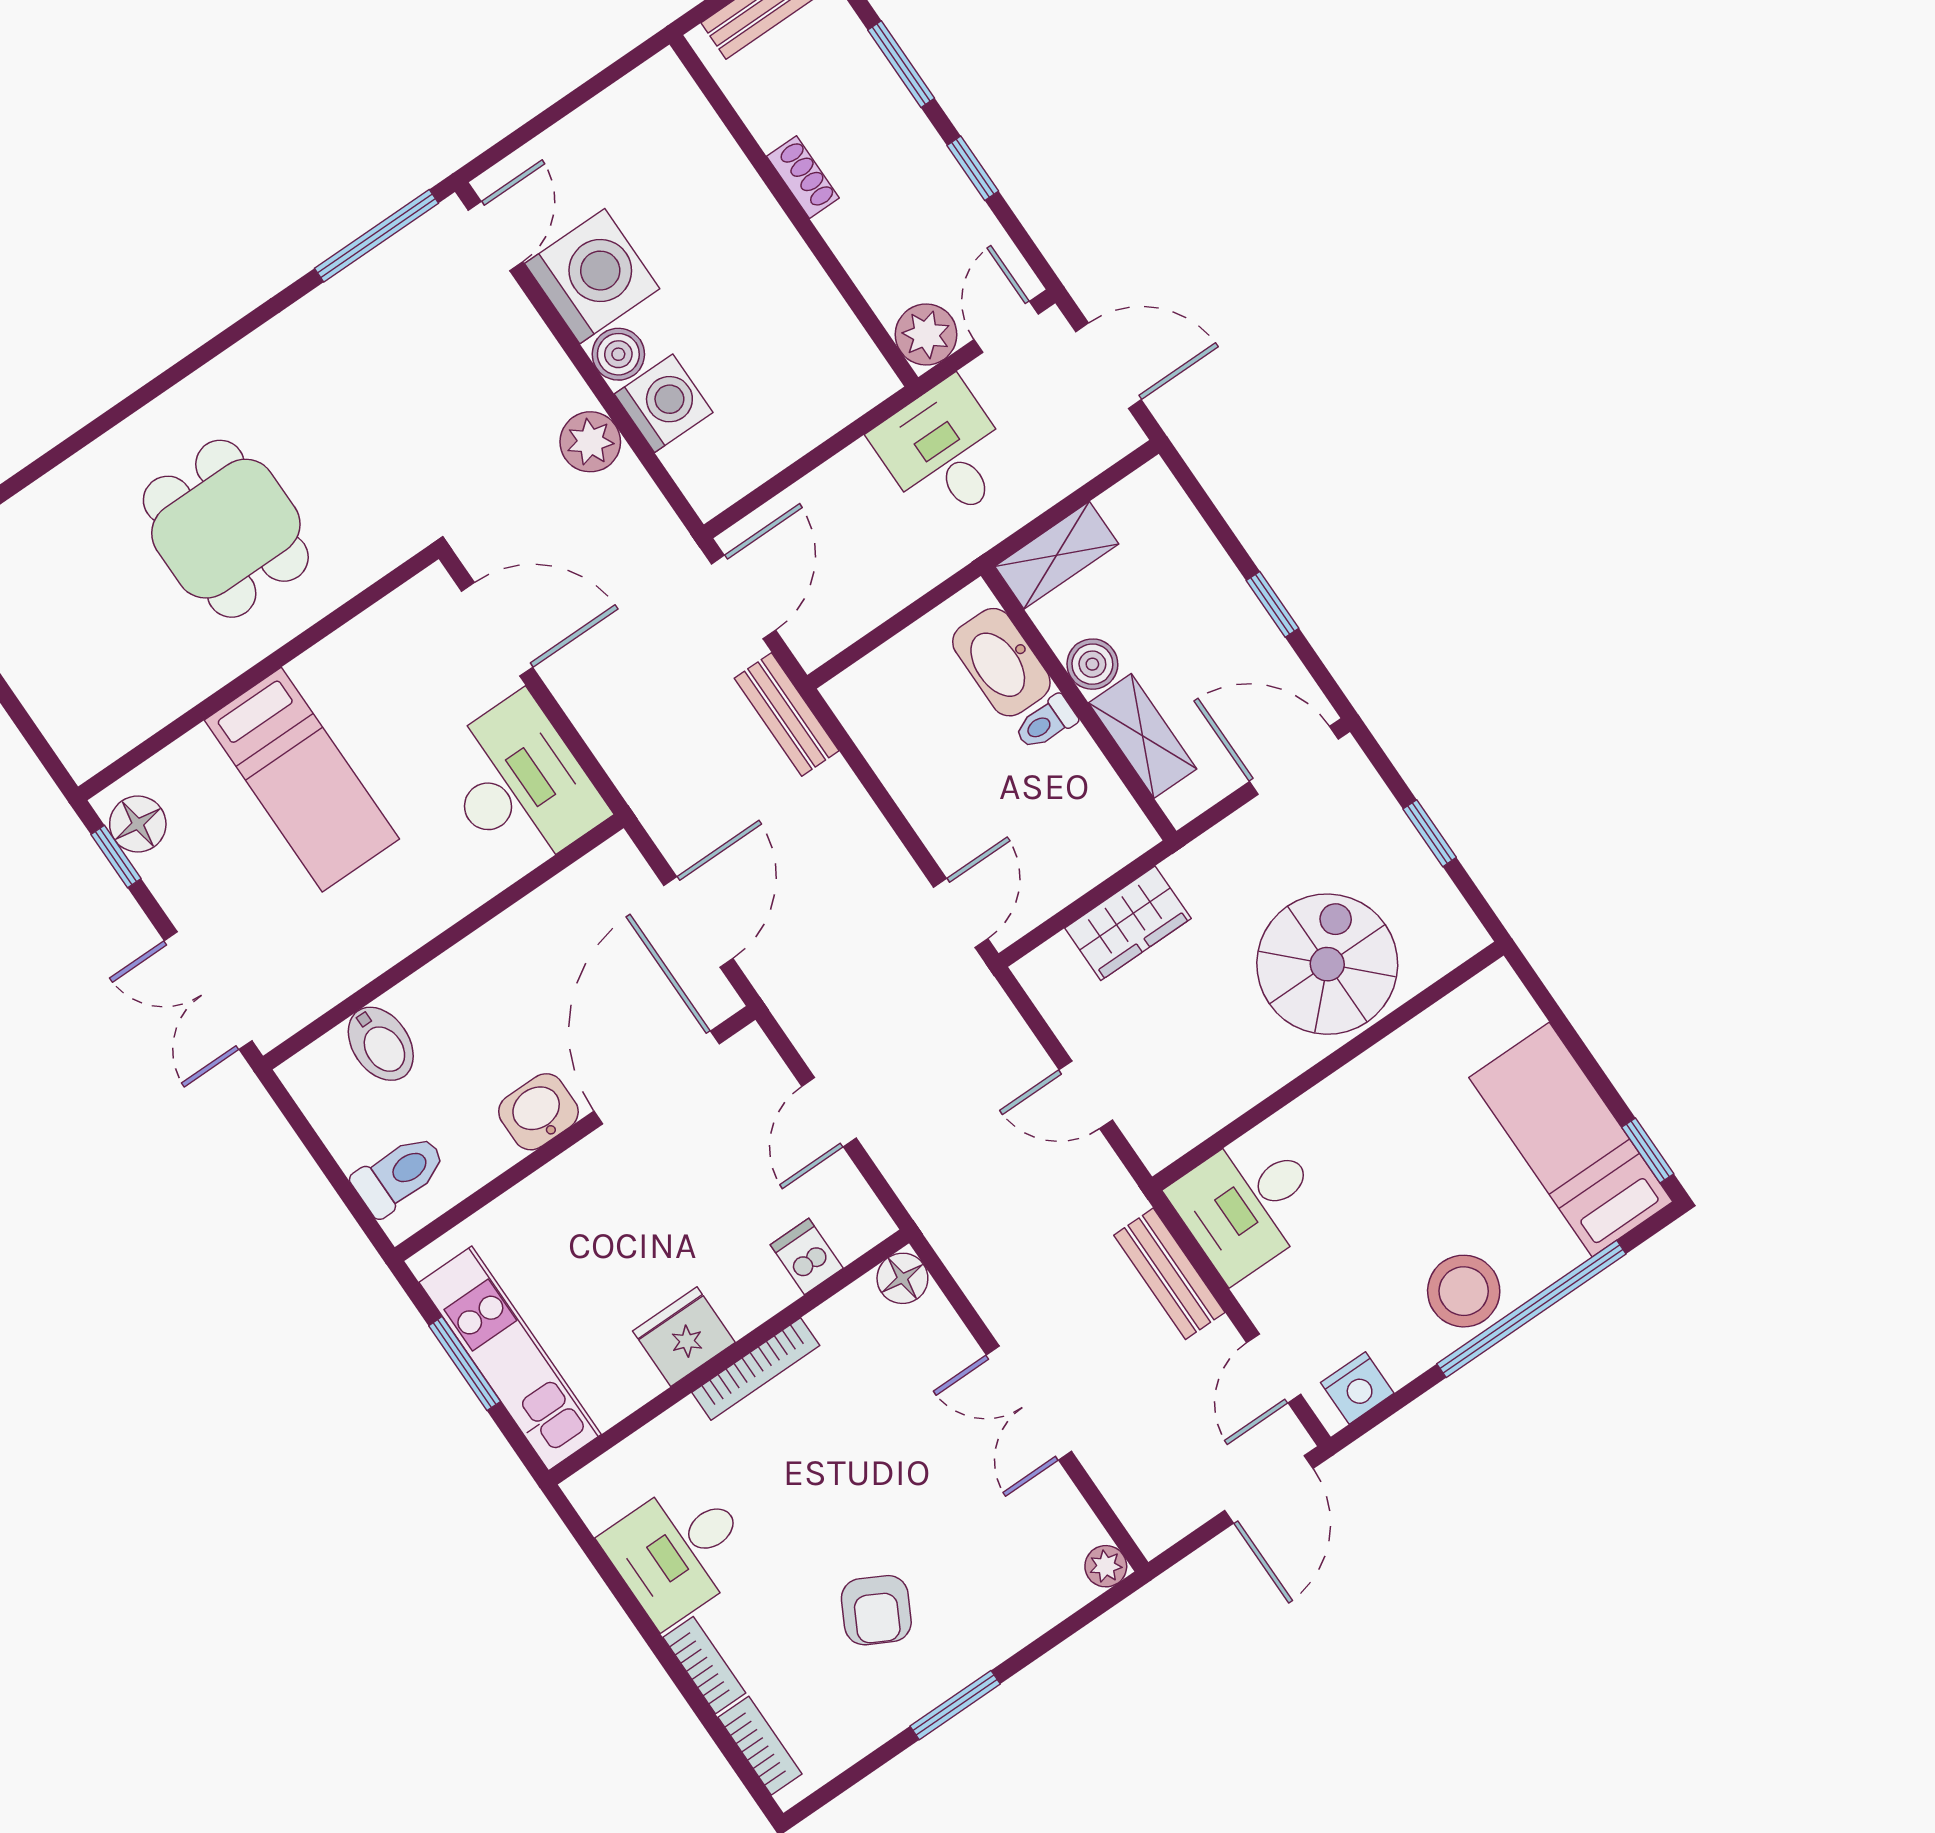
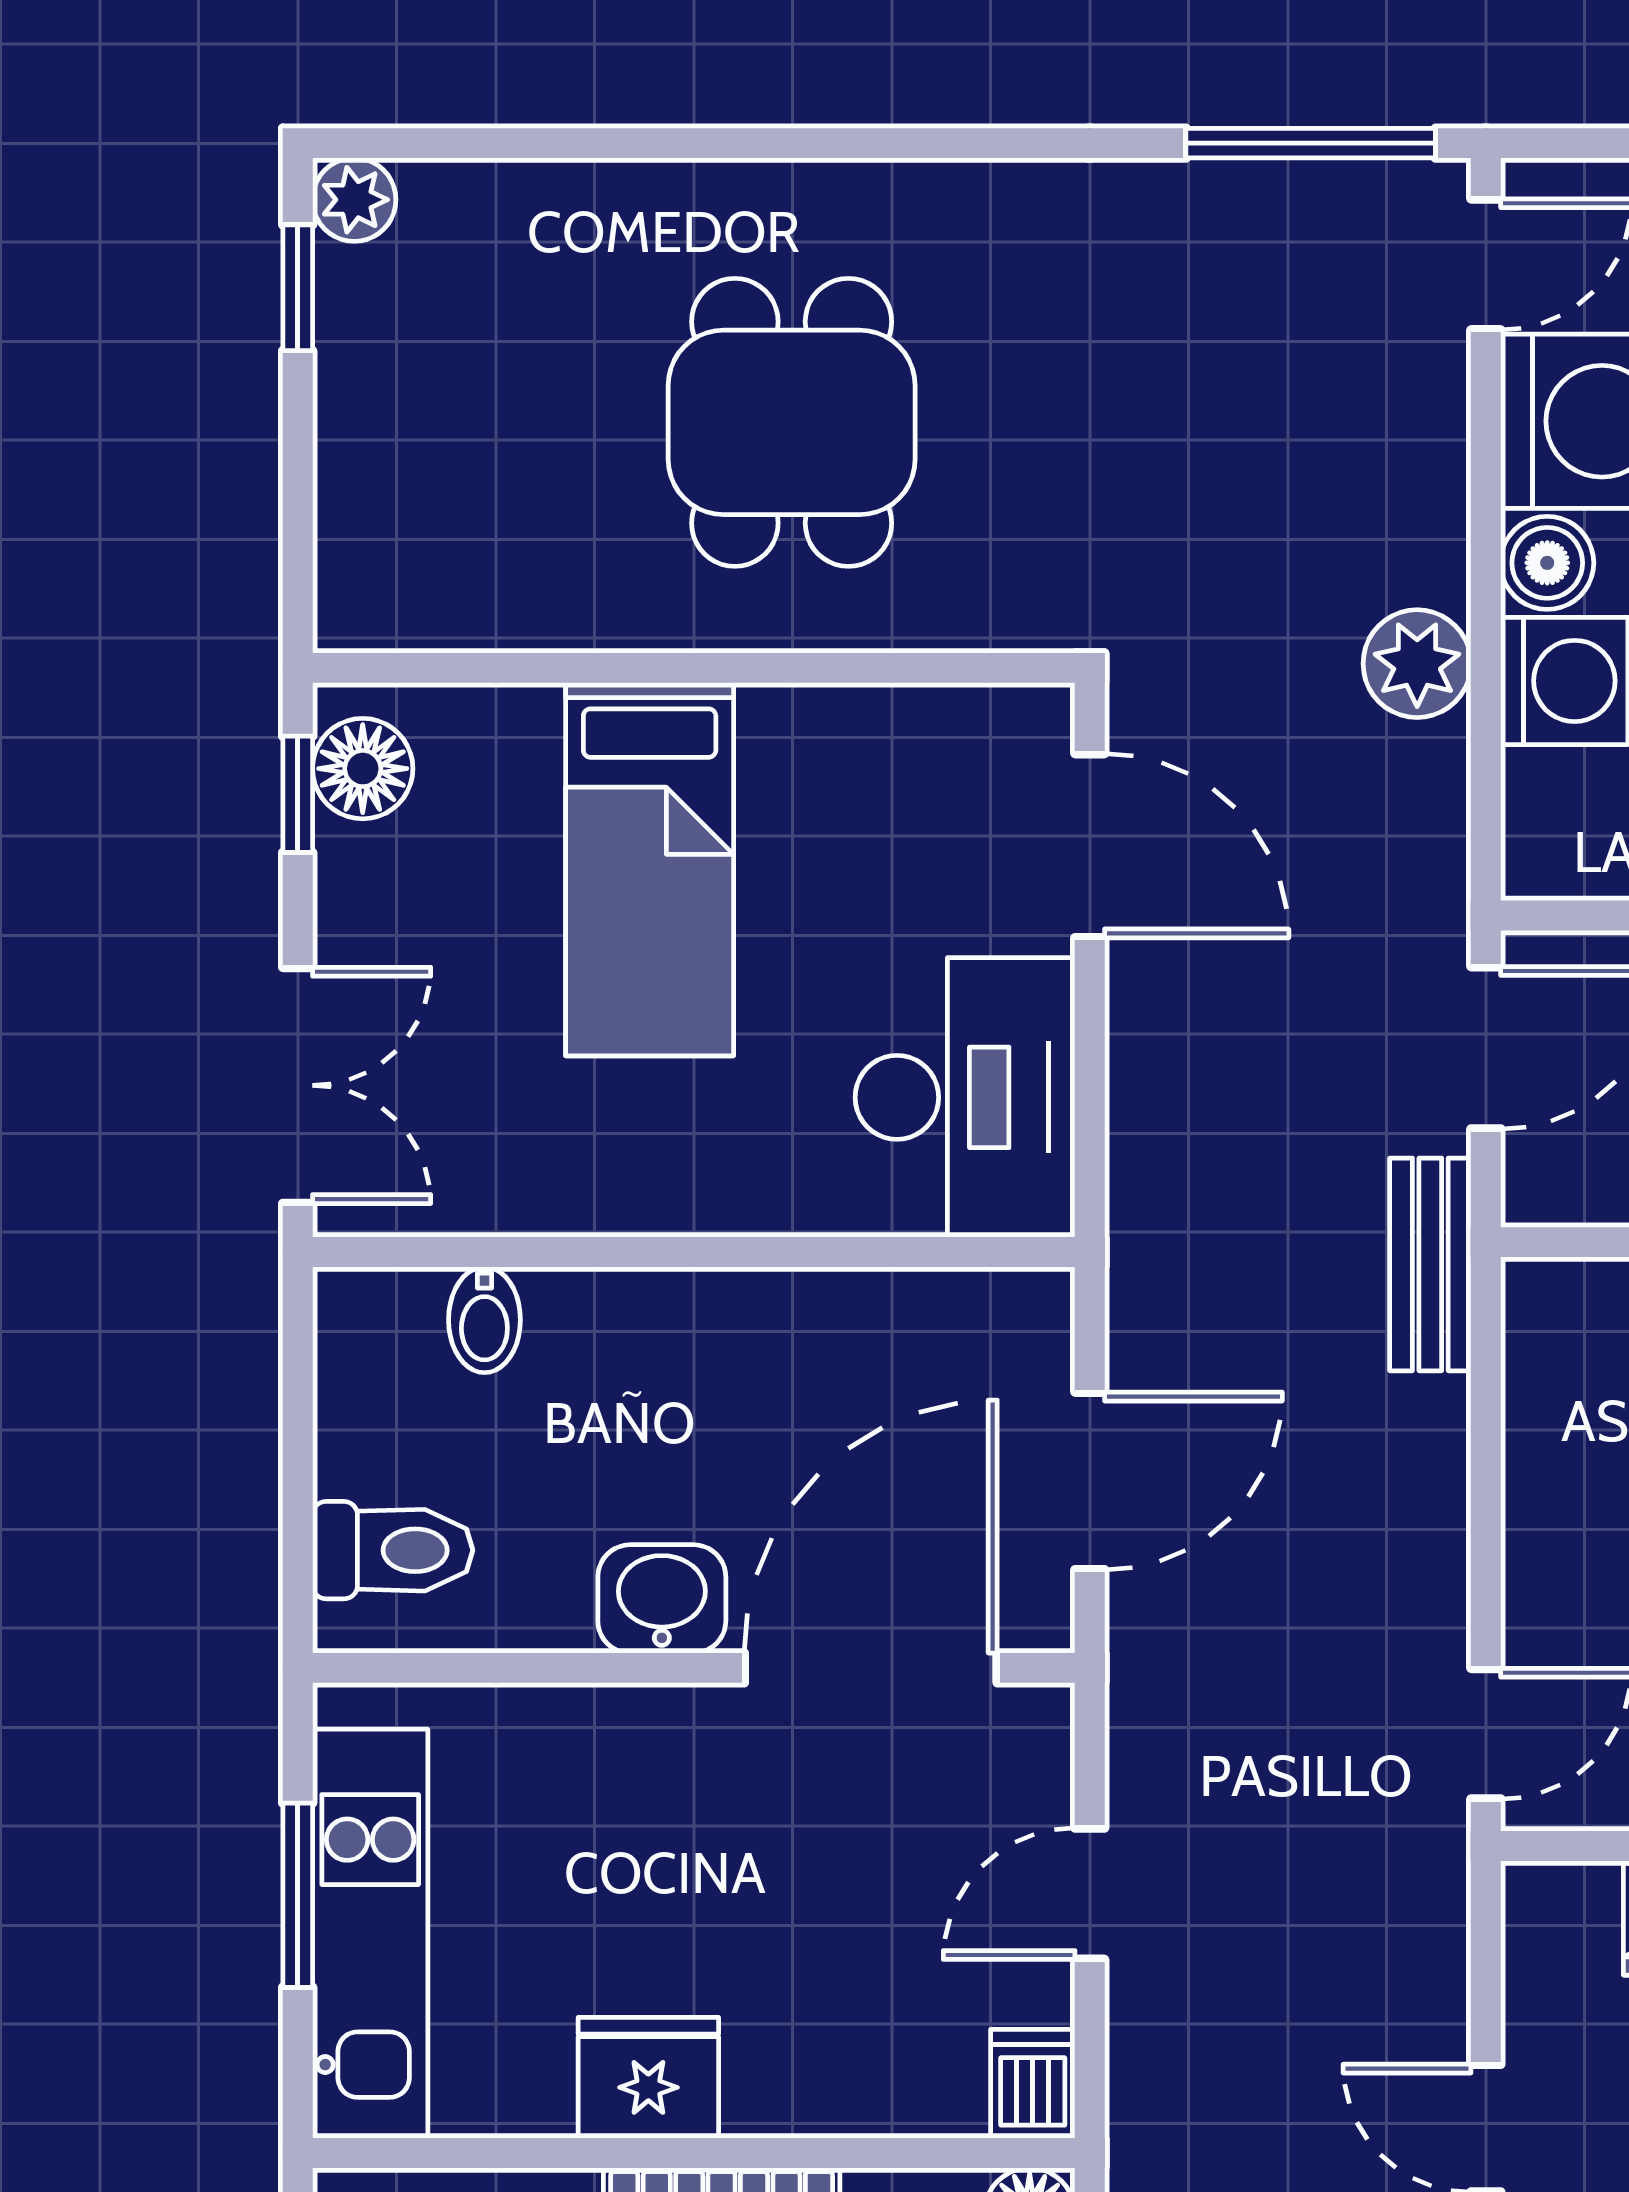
double door: (208, 991) -> (298, 1085), swing flipped
bidet: (381, 1044) -> (484, 1320), width x0.72, depth x0.74
dishwasher: (807, 1256) -> (1033, 2084), moved

